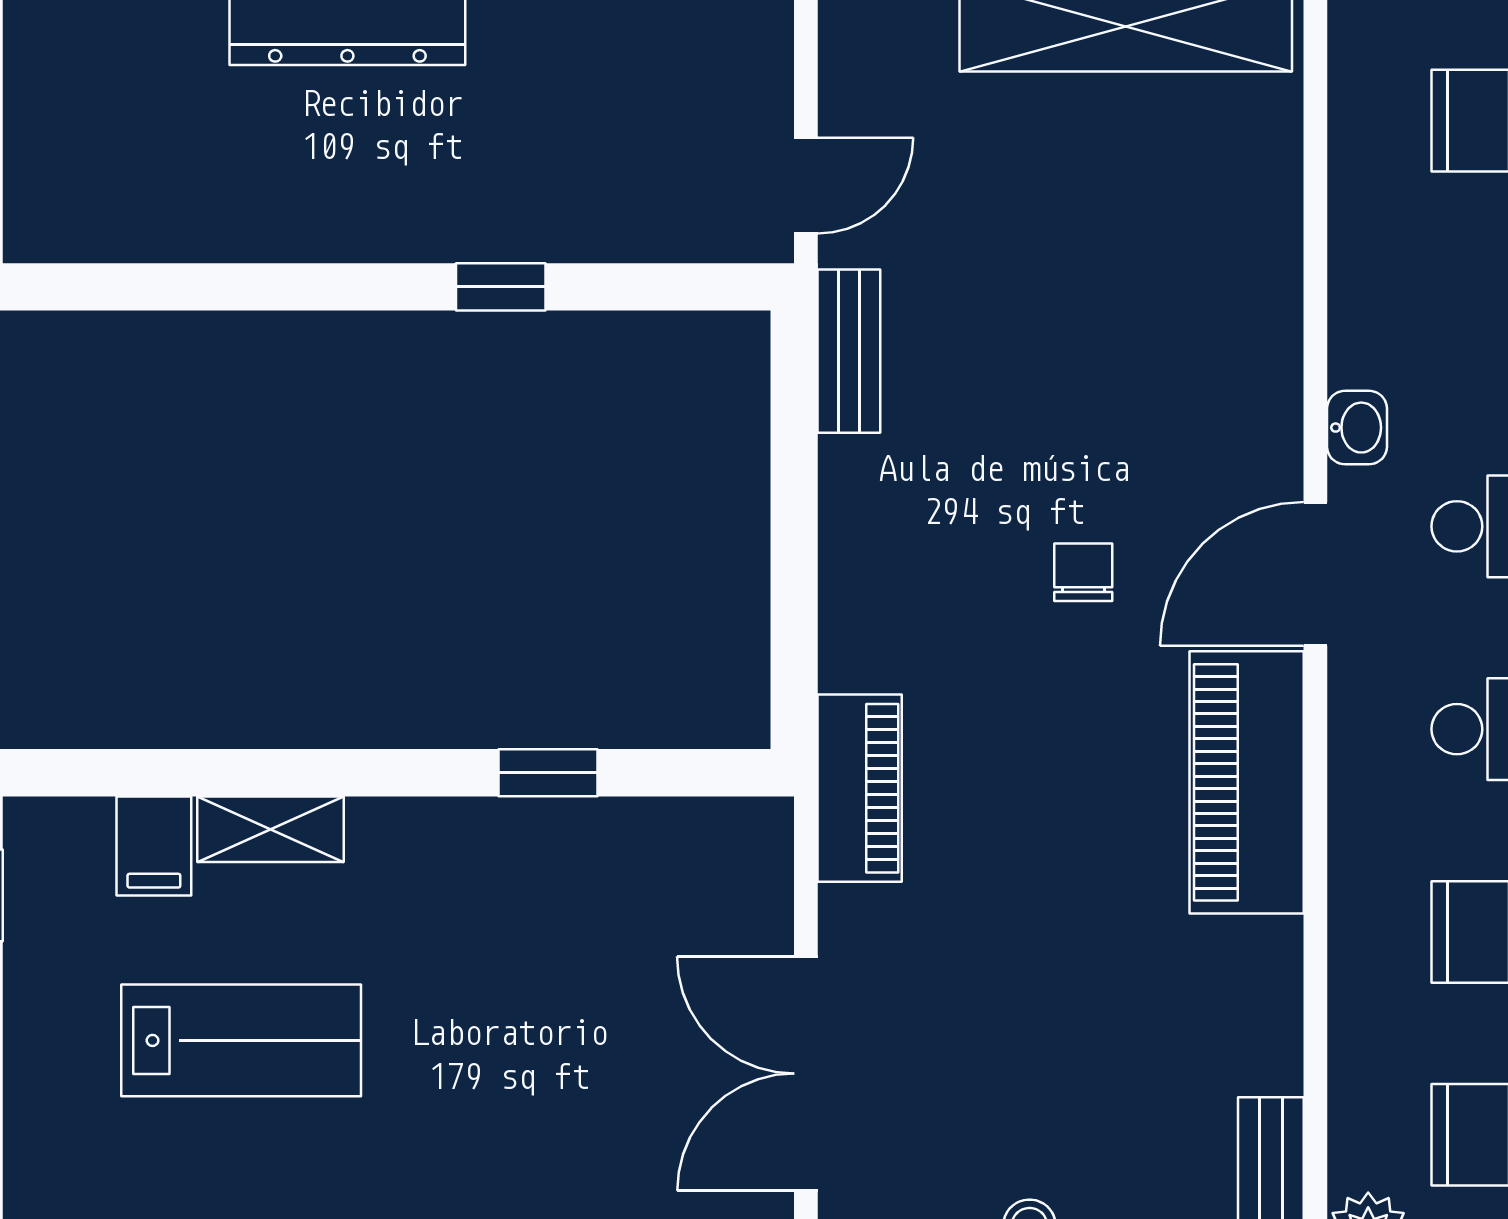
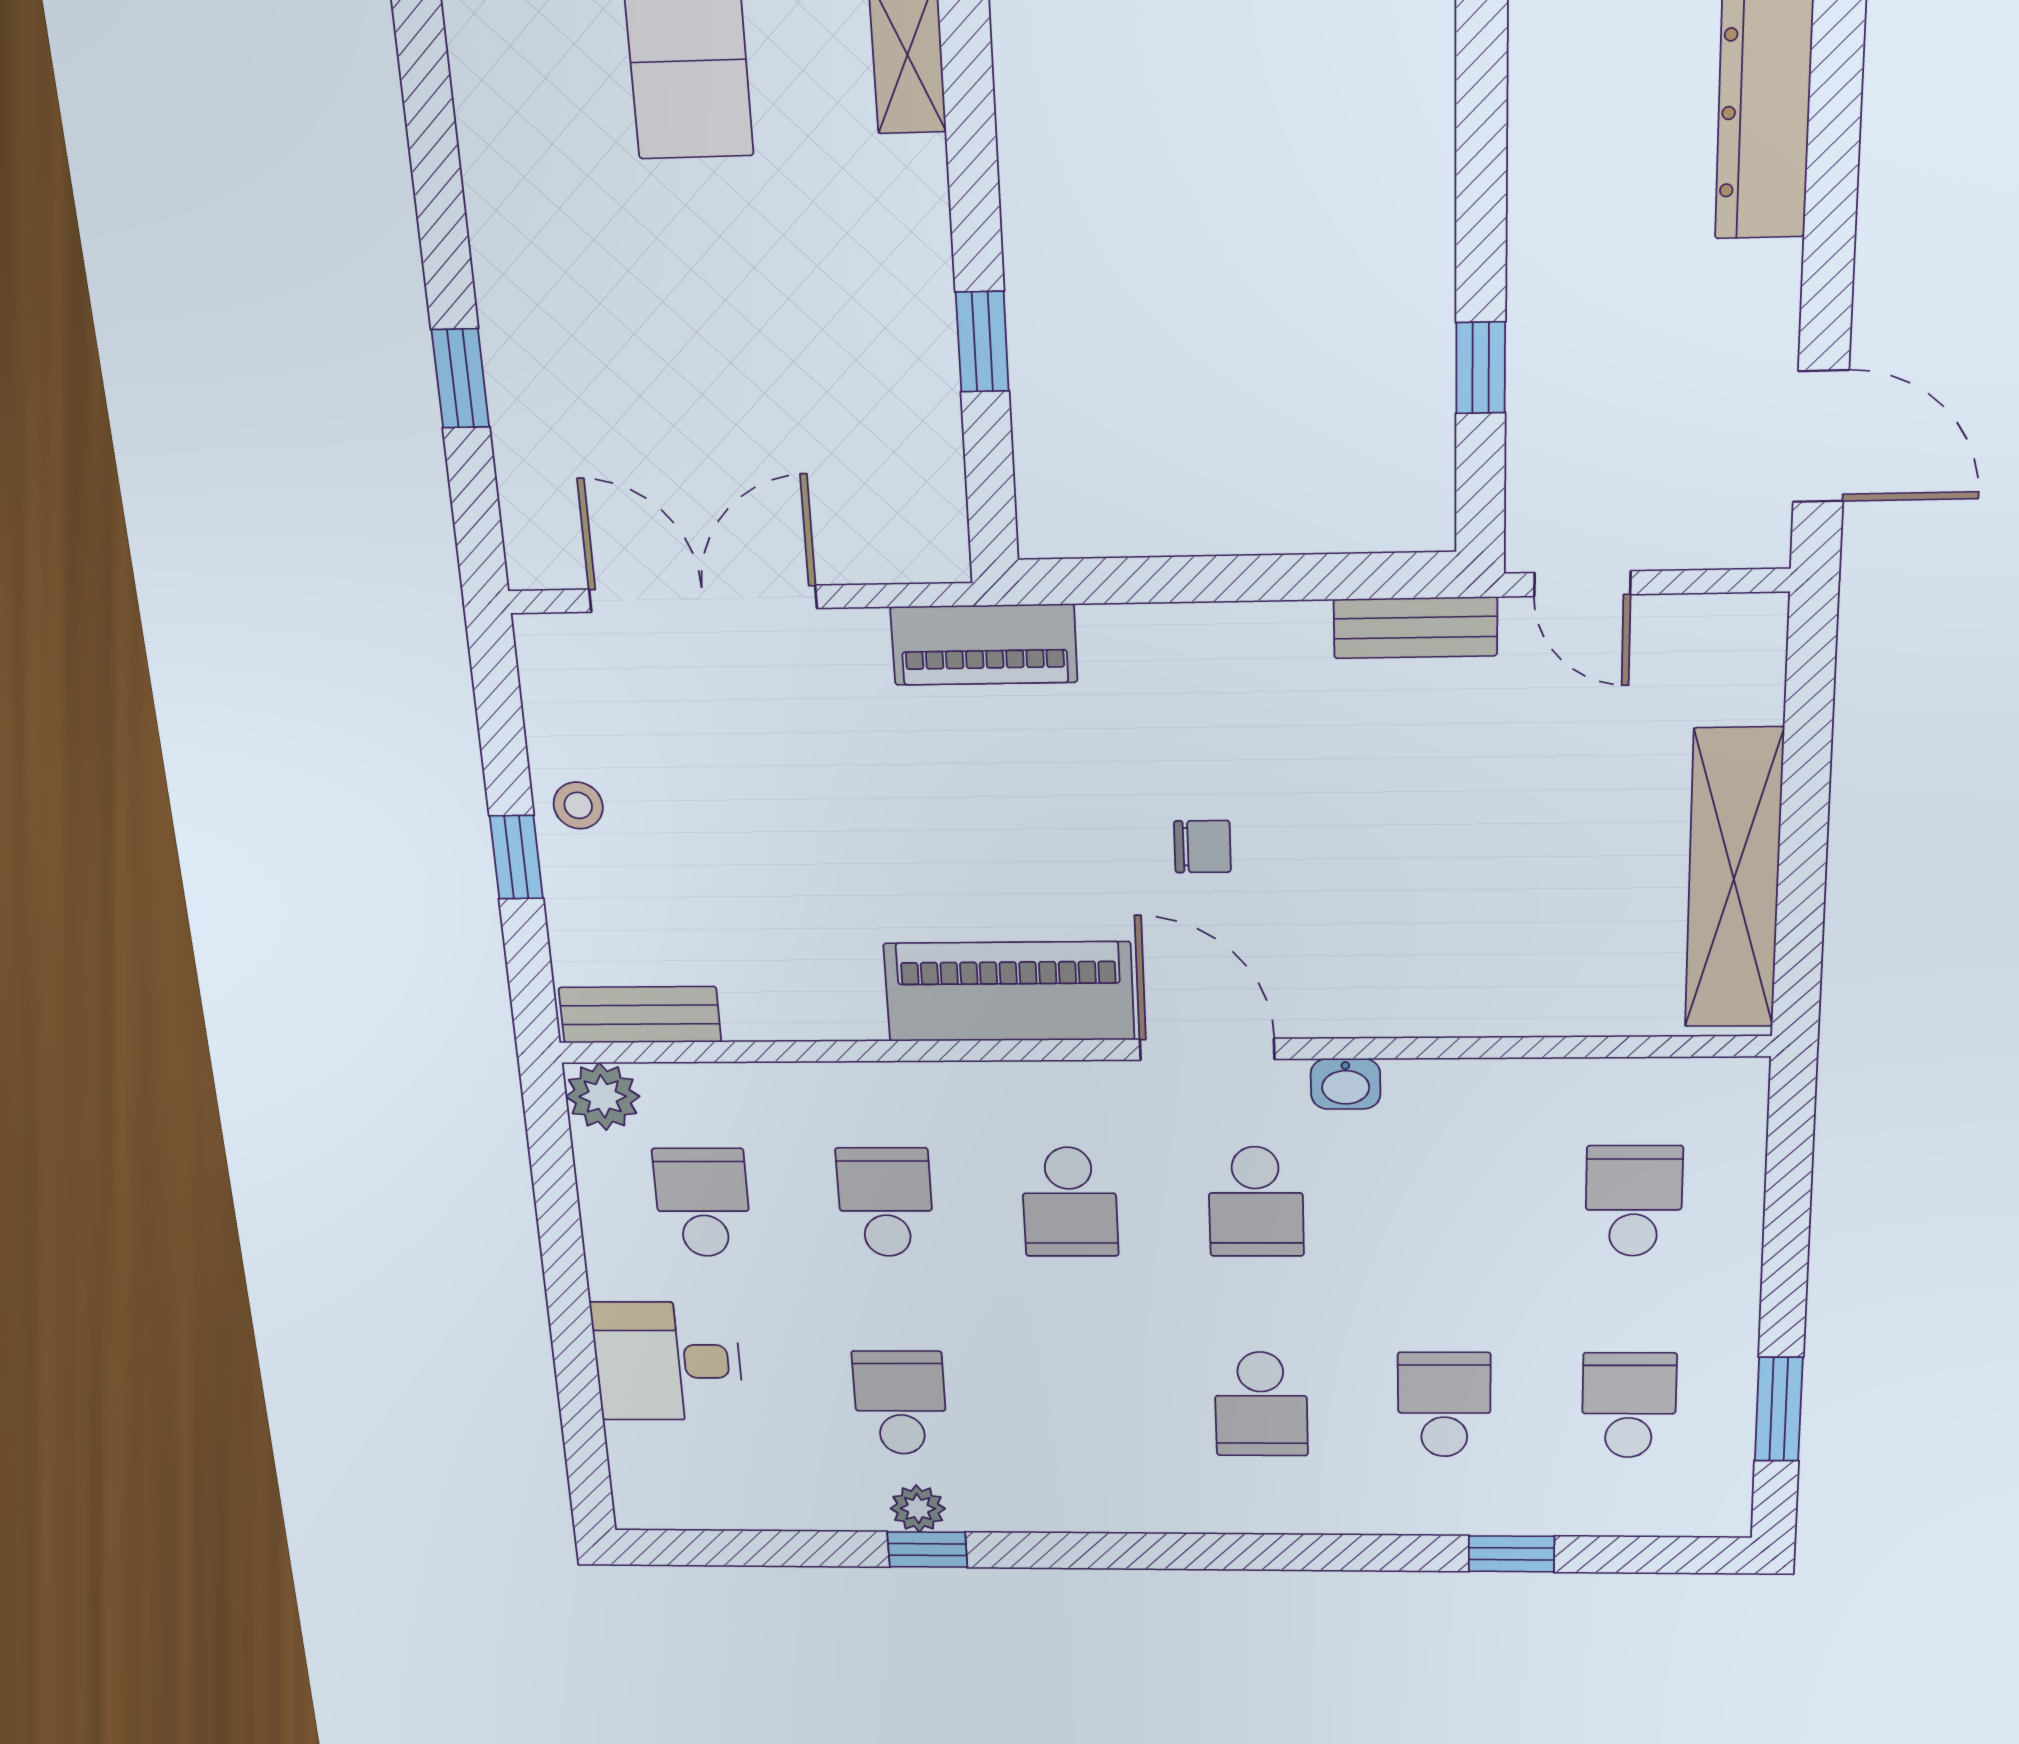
window: (501, 287) -> (1481, 368), moved

